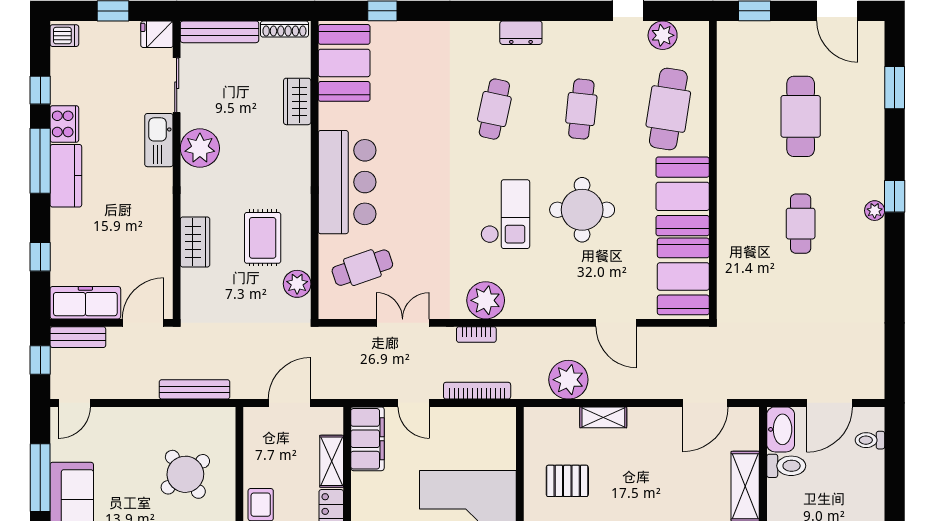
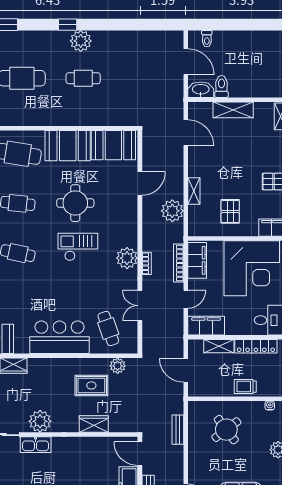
plant: (875, 211) -> (81, 41), width x1.87, depth x1.87
bench: (195, 389) -> (178, 430), width x0.73
filing cabinet: (482, 423) -> (197, 260), added

